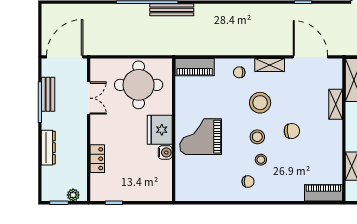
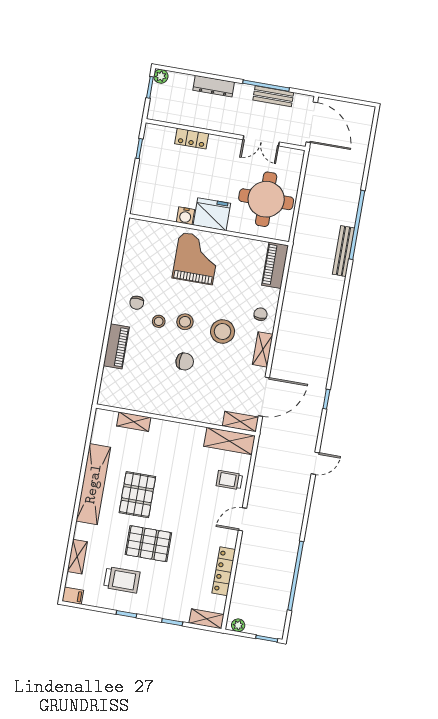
shelving: (336, 104) -> (240, 422), moved
chair: (292, 131) -> (185, 361), turned -85
piano: (323, 193) -> (116, 346), moved
plant: (73, 195) -> (161, 76), moved

